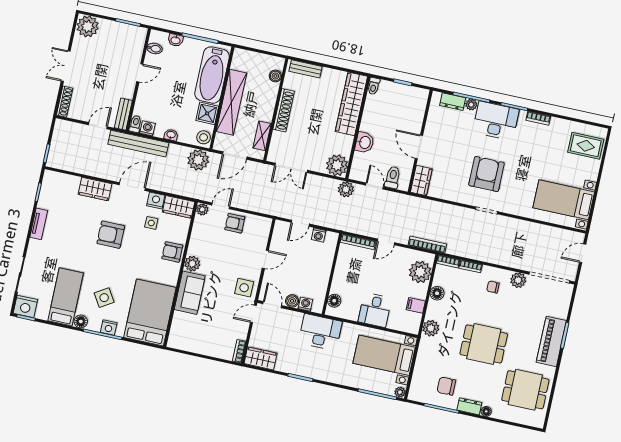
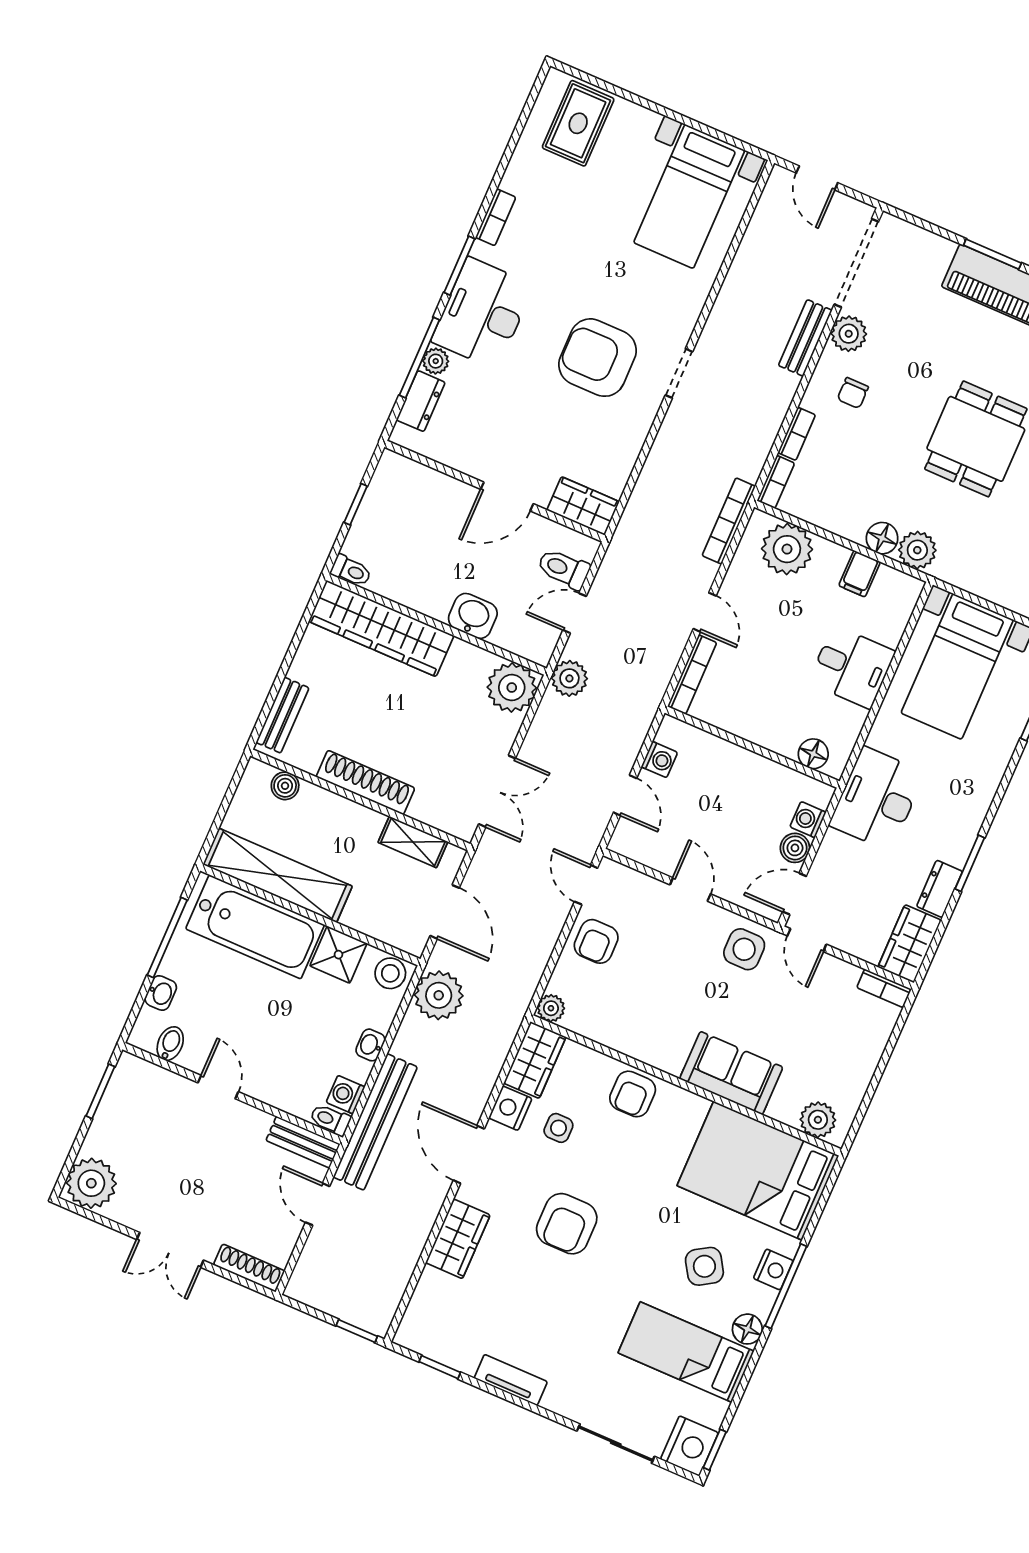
shelving: (231, 102) -> (278, 875), moved
door: (221, 206) -> (586, 885), moved
bench: (513, 262) -> (805, 338), added
plant: (192, 264) -> (818, 1120), moved
floor lamp: (437, 293) -> (882, 538), moved
dresser: (287, 367) -> (939, 889), added

